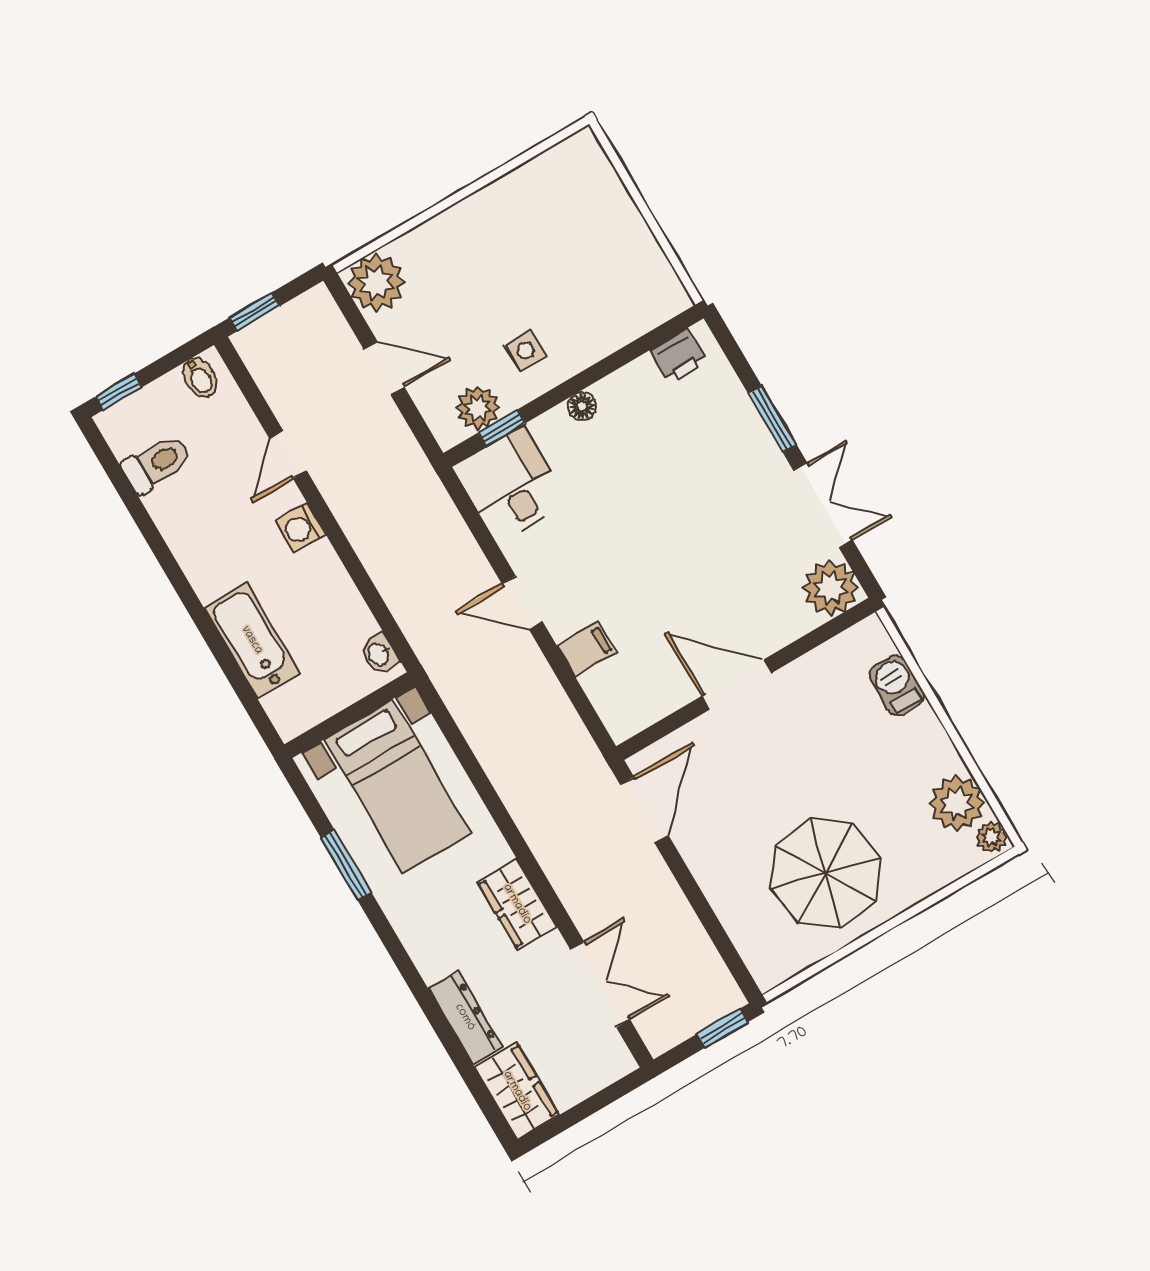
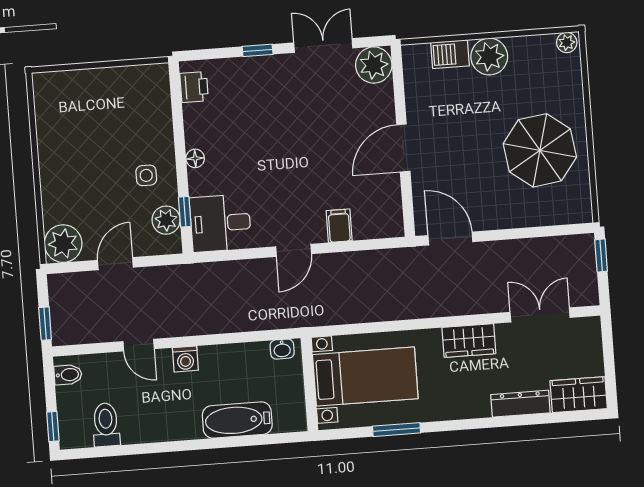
window: (772, 419) -> (258, 50), width x0.67
plant: (957, 803) -> (489, 57), moved

